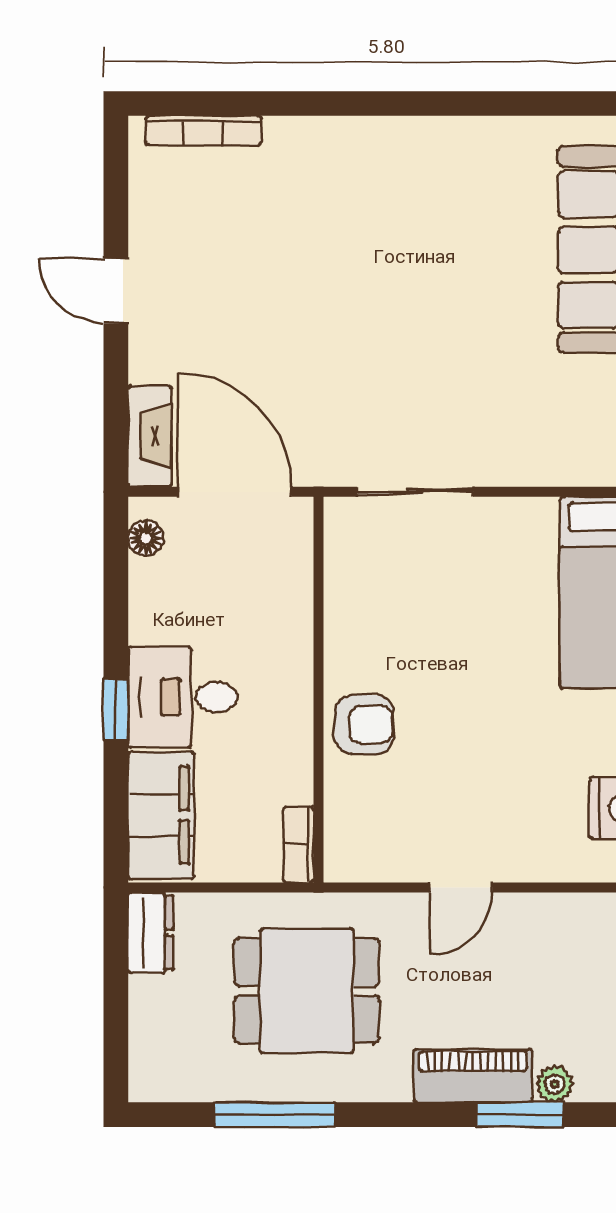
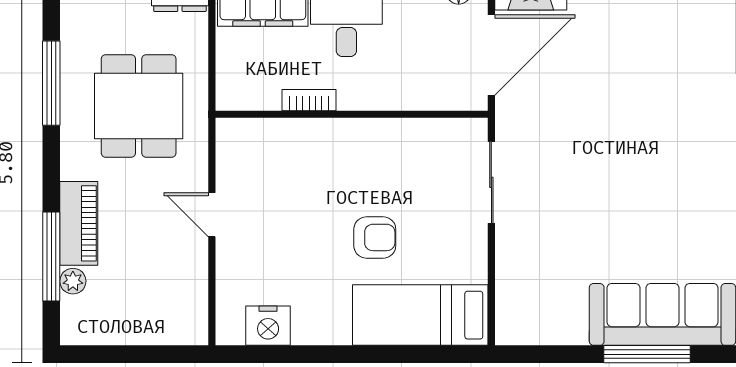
armchair: (364, 725) -> (375, 237), moved, turned -90
bookcase: (298, 845) -> (309, 100), moved
window: (520, 1115) -> (51, 257), width x1.44

